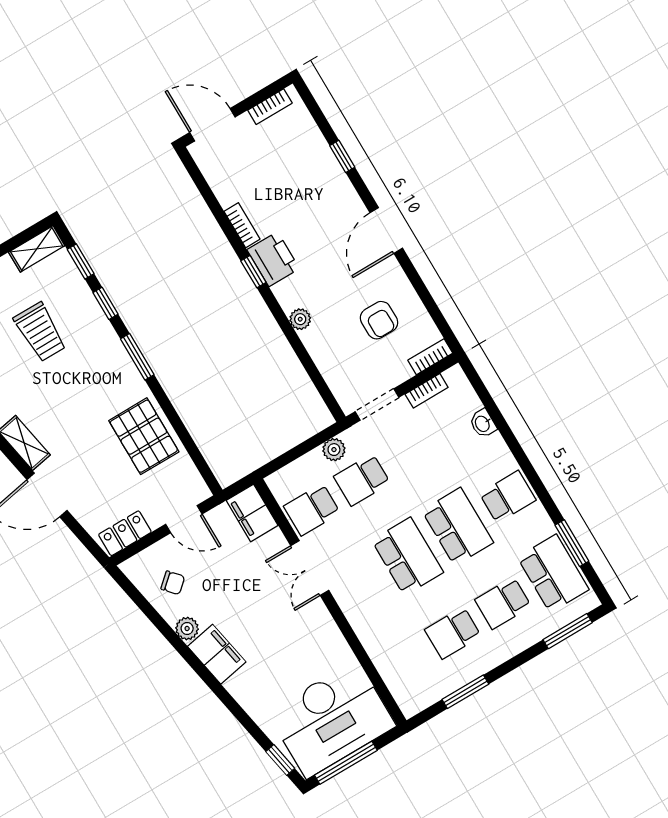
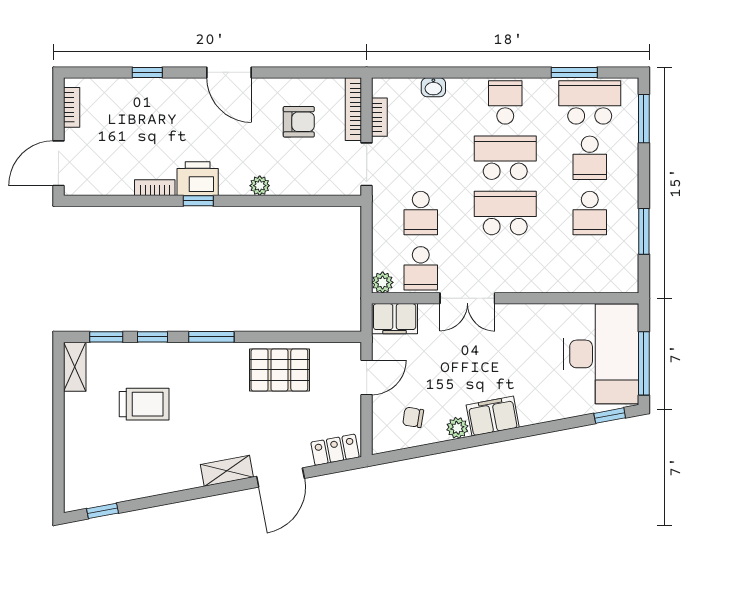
bookcase: (430, 357) -> (353, 109), width x1.56
plant: (334, 450) -> (383, 282), moved
locker: (125, 533) -> (335, 450), moved, turned 79
chair: (173, 583) -> (413, 417), turned -129

